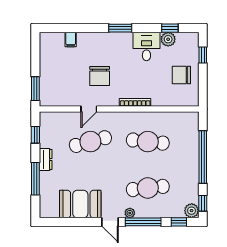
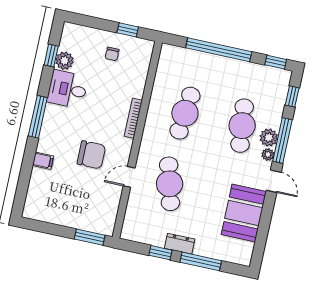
window: (120, 28) -> (38, 117), width x1.44
filing cabinet: (71, 39) -> (43, 161), moved
window: (203, 55) -> (128, 30), moved
chair: (181, 75) -> (112, 54), width x0.54, depth x0.54
door: (89, 109) -> (129, 177), swing flipped
window: (35, 135) -> (160, 253), moved
plant: (192, 211) -> (269, 138), moved
door: (110, 222) -> (274, 181), hinge flipped

